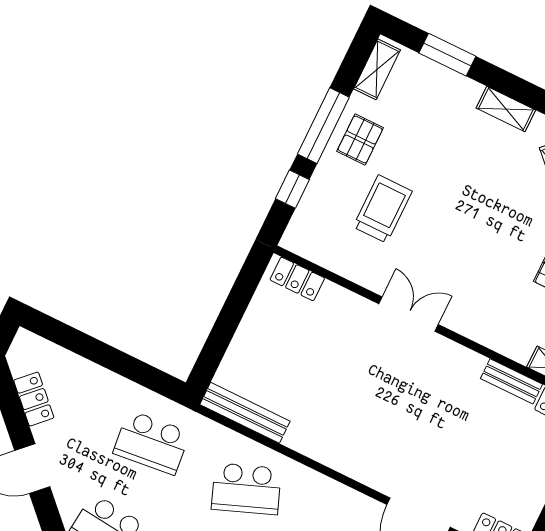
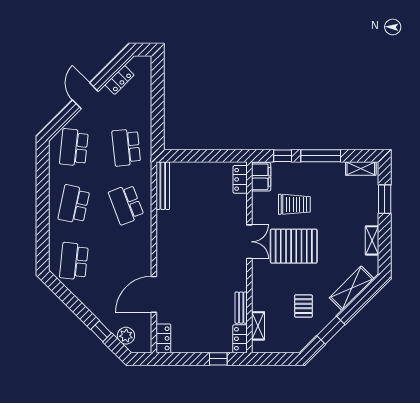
pallet: (360, 139) -> (294, 246), moved, width x2.05, depth x2.00
filing cabinet: (310, 242) -> (261, 177), added

